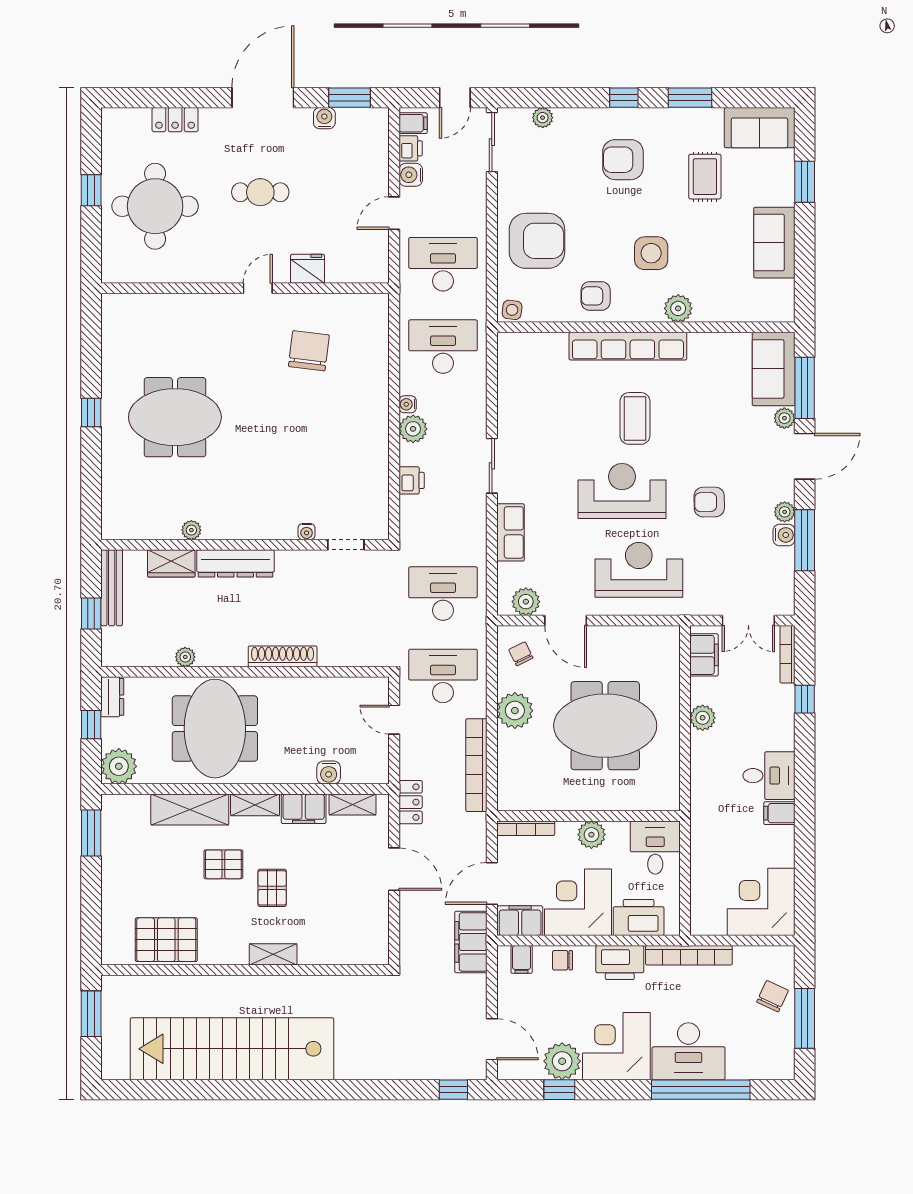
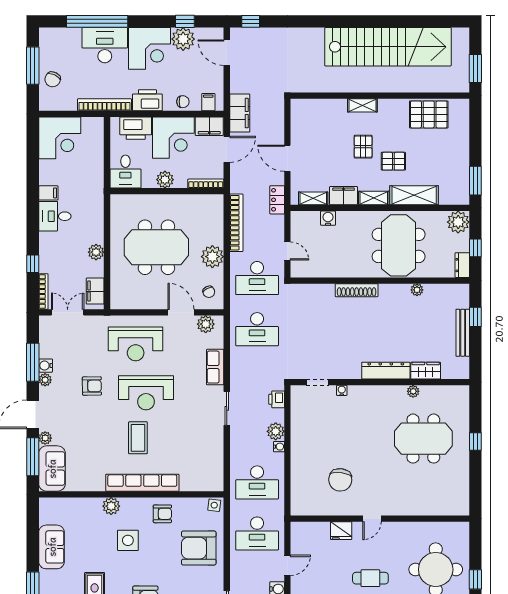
plant: (191, 530) -> (413, 391), moved
water cooler: (307, 532) -> (342, 390), moved
wall: (245, 545) -> (380, 382), moved
doorway: (346, 545) -> (317, 382), moved
wardrobe: (171, 563) -> (426, 371), moved
dresser: (236, 563) -> (386, 371), moved

